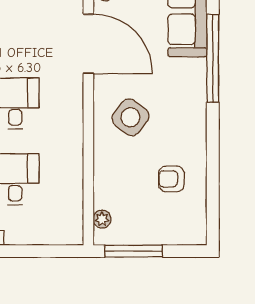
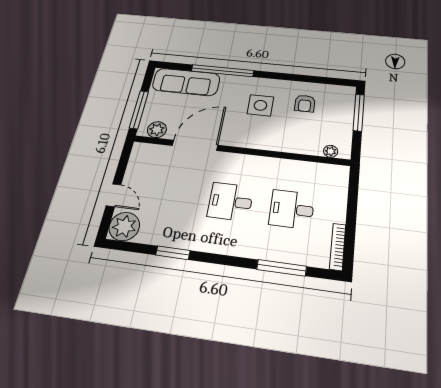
side table: (130, 117) -> (260, 105), moved, turned -37
window: (133, 251) -> (359, 112), moved

